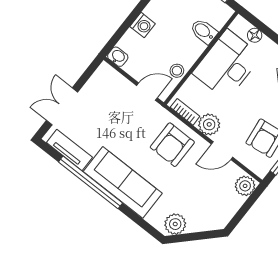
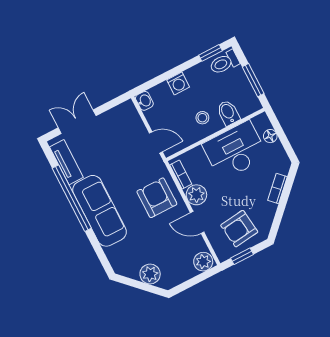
stool: (177, 71) -> (202, 118), moved
armchair: (172, 145) -> (157, 198), turned 90
plant: (175, 224) -> (150, 274), moved

